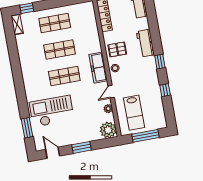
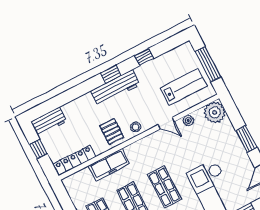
workbench: (145, 43) -> (115, 88), moved, width x1.38
freezer: (98, 68) -> (109, 165), moved

